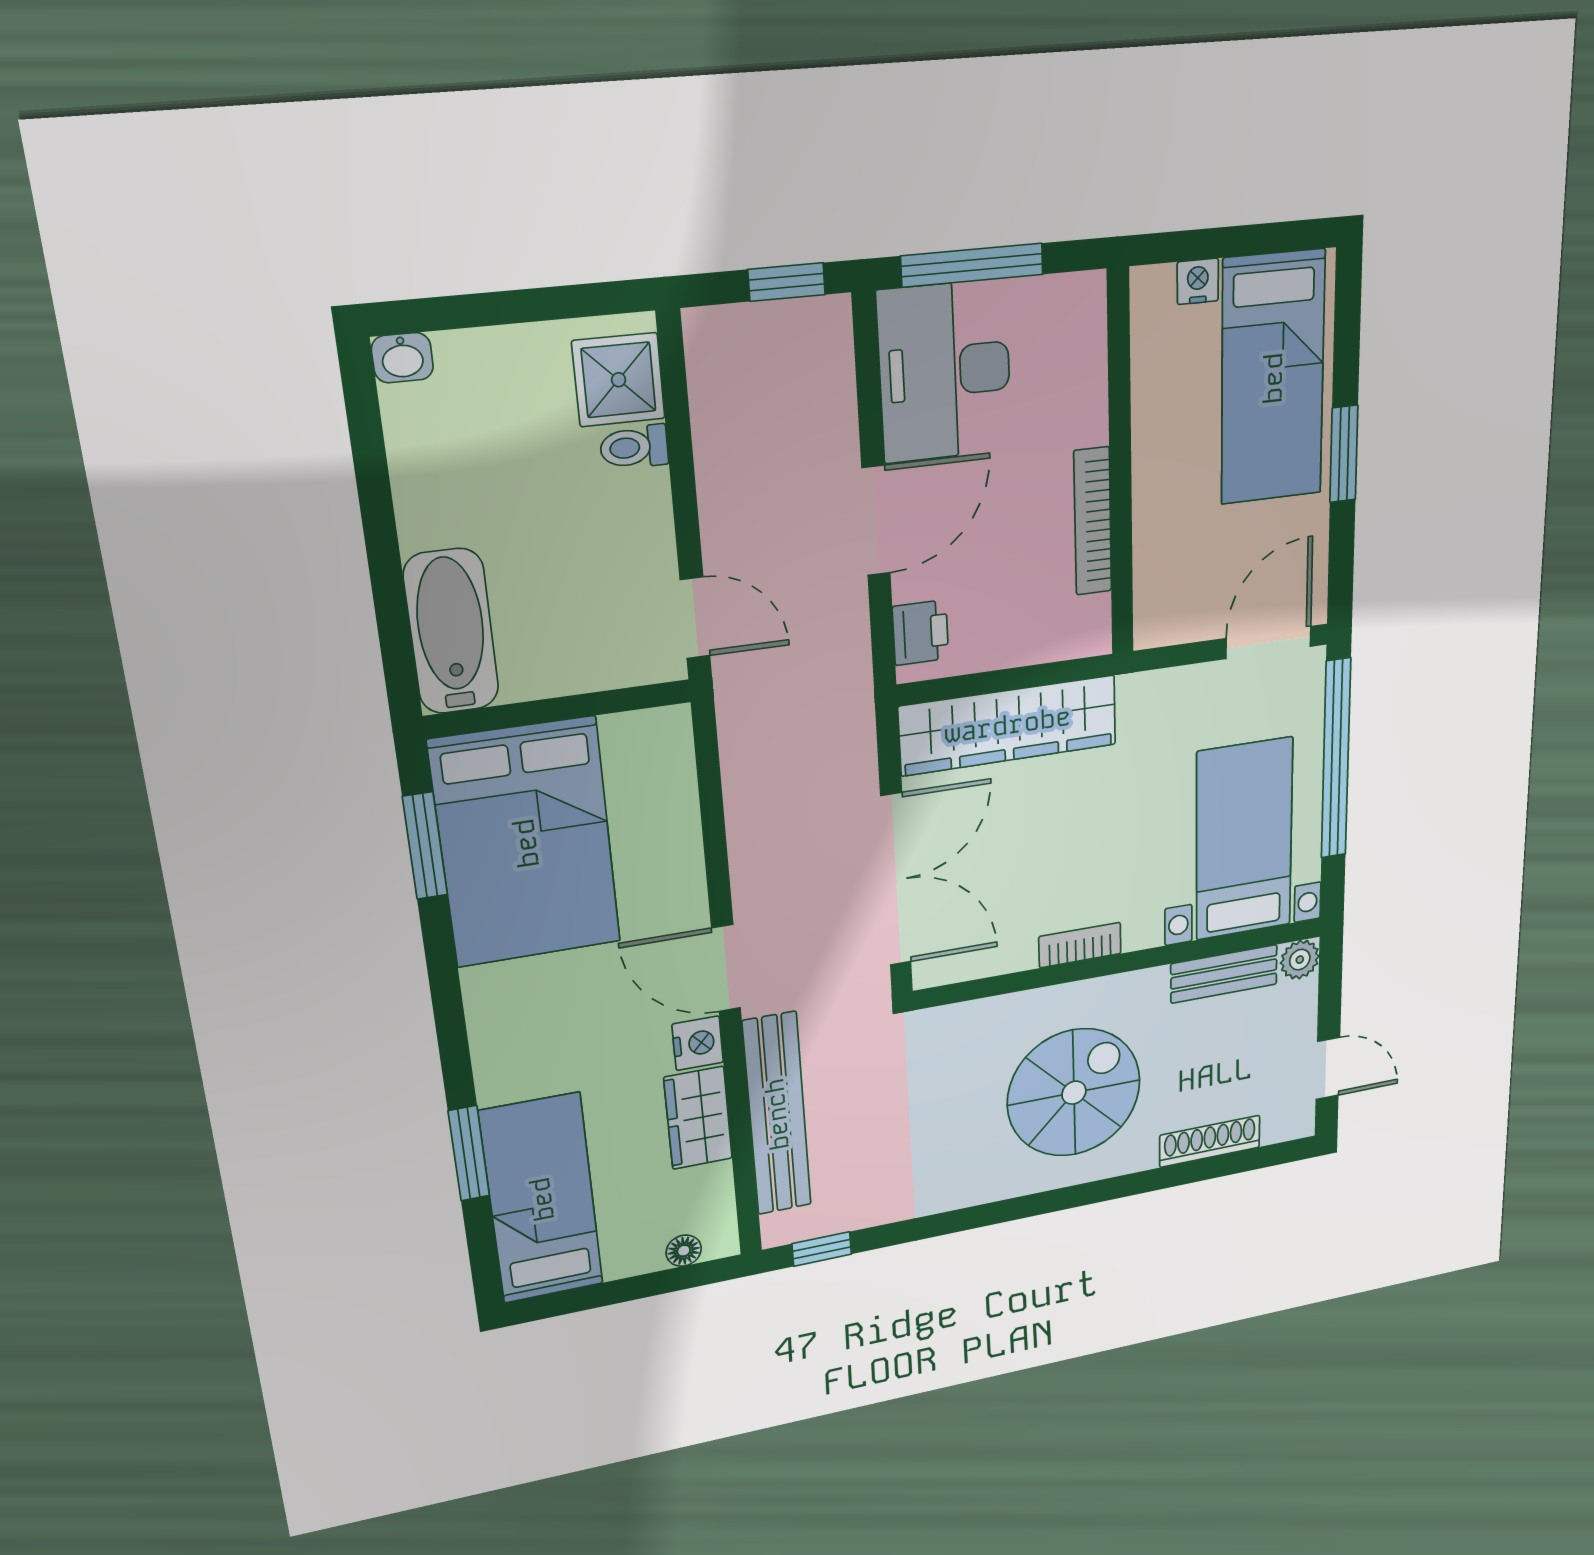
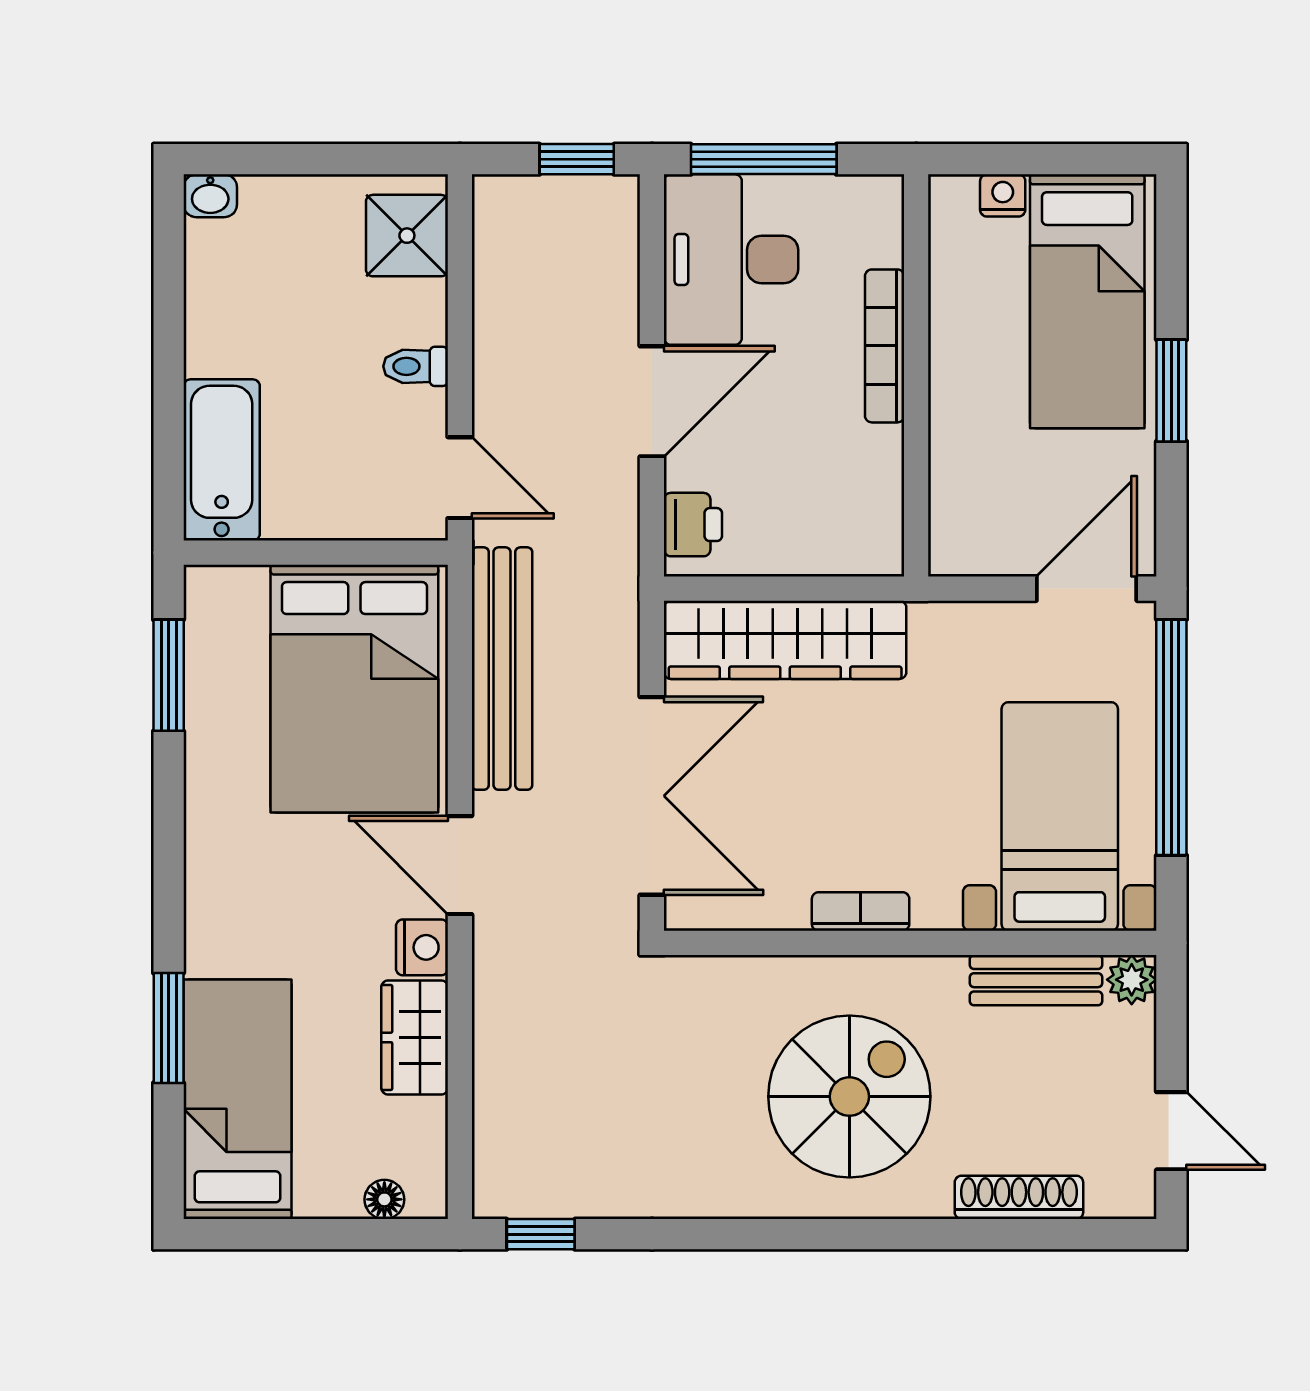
toilet: (634, 447) -> (416, 366), moved
bookcase: (1093, 521) -> (885, 346), moved
bed: (526, 843) -> (354, 689), moved
bench: (777, 1114) -> (502, 669), moved

